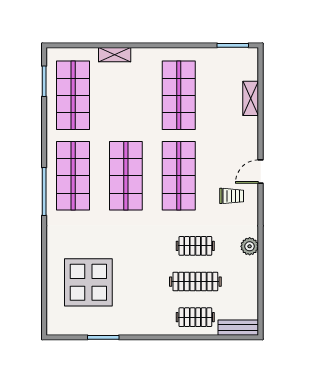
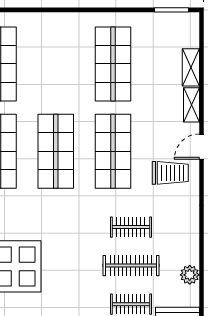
shelving: (115, 55) -> (191, 105), moved, turned 90
trolley: (232, 196) -> (170, 173), width x1.36, depth x1.39
plant: (250, 246) -> (190, 275), moved

